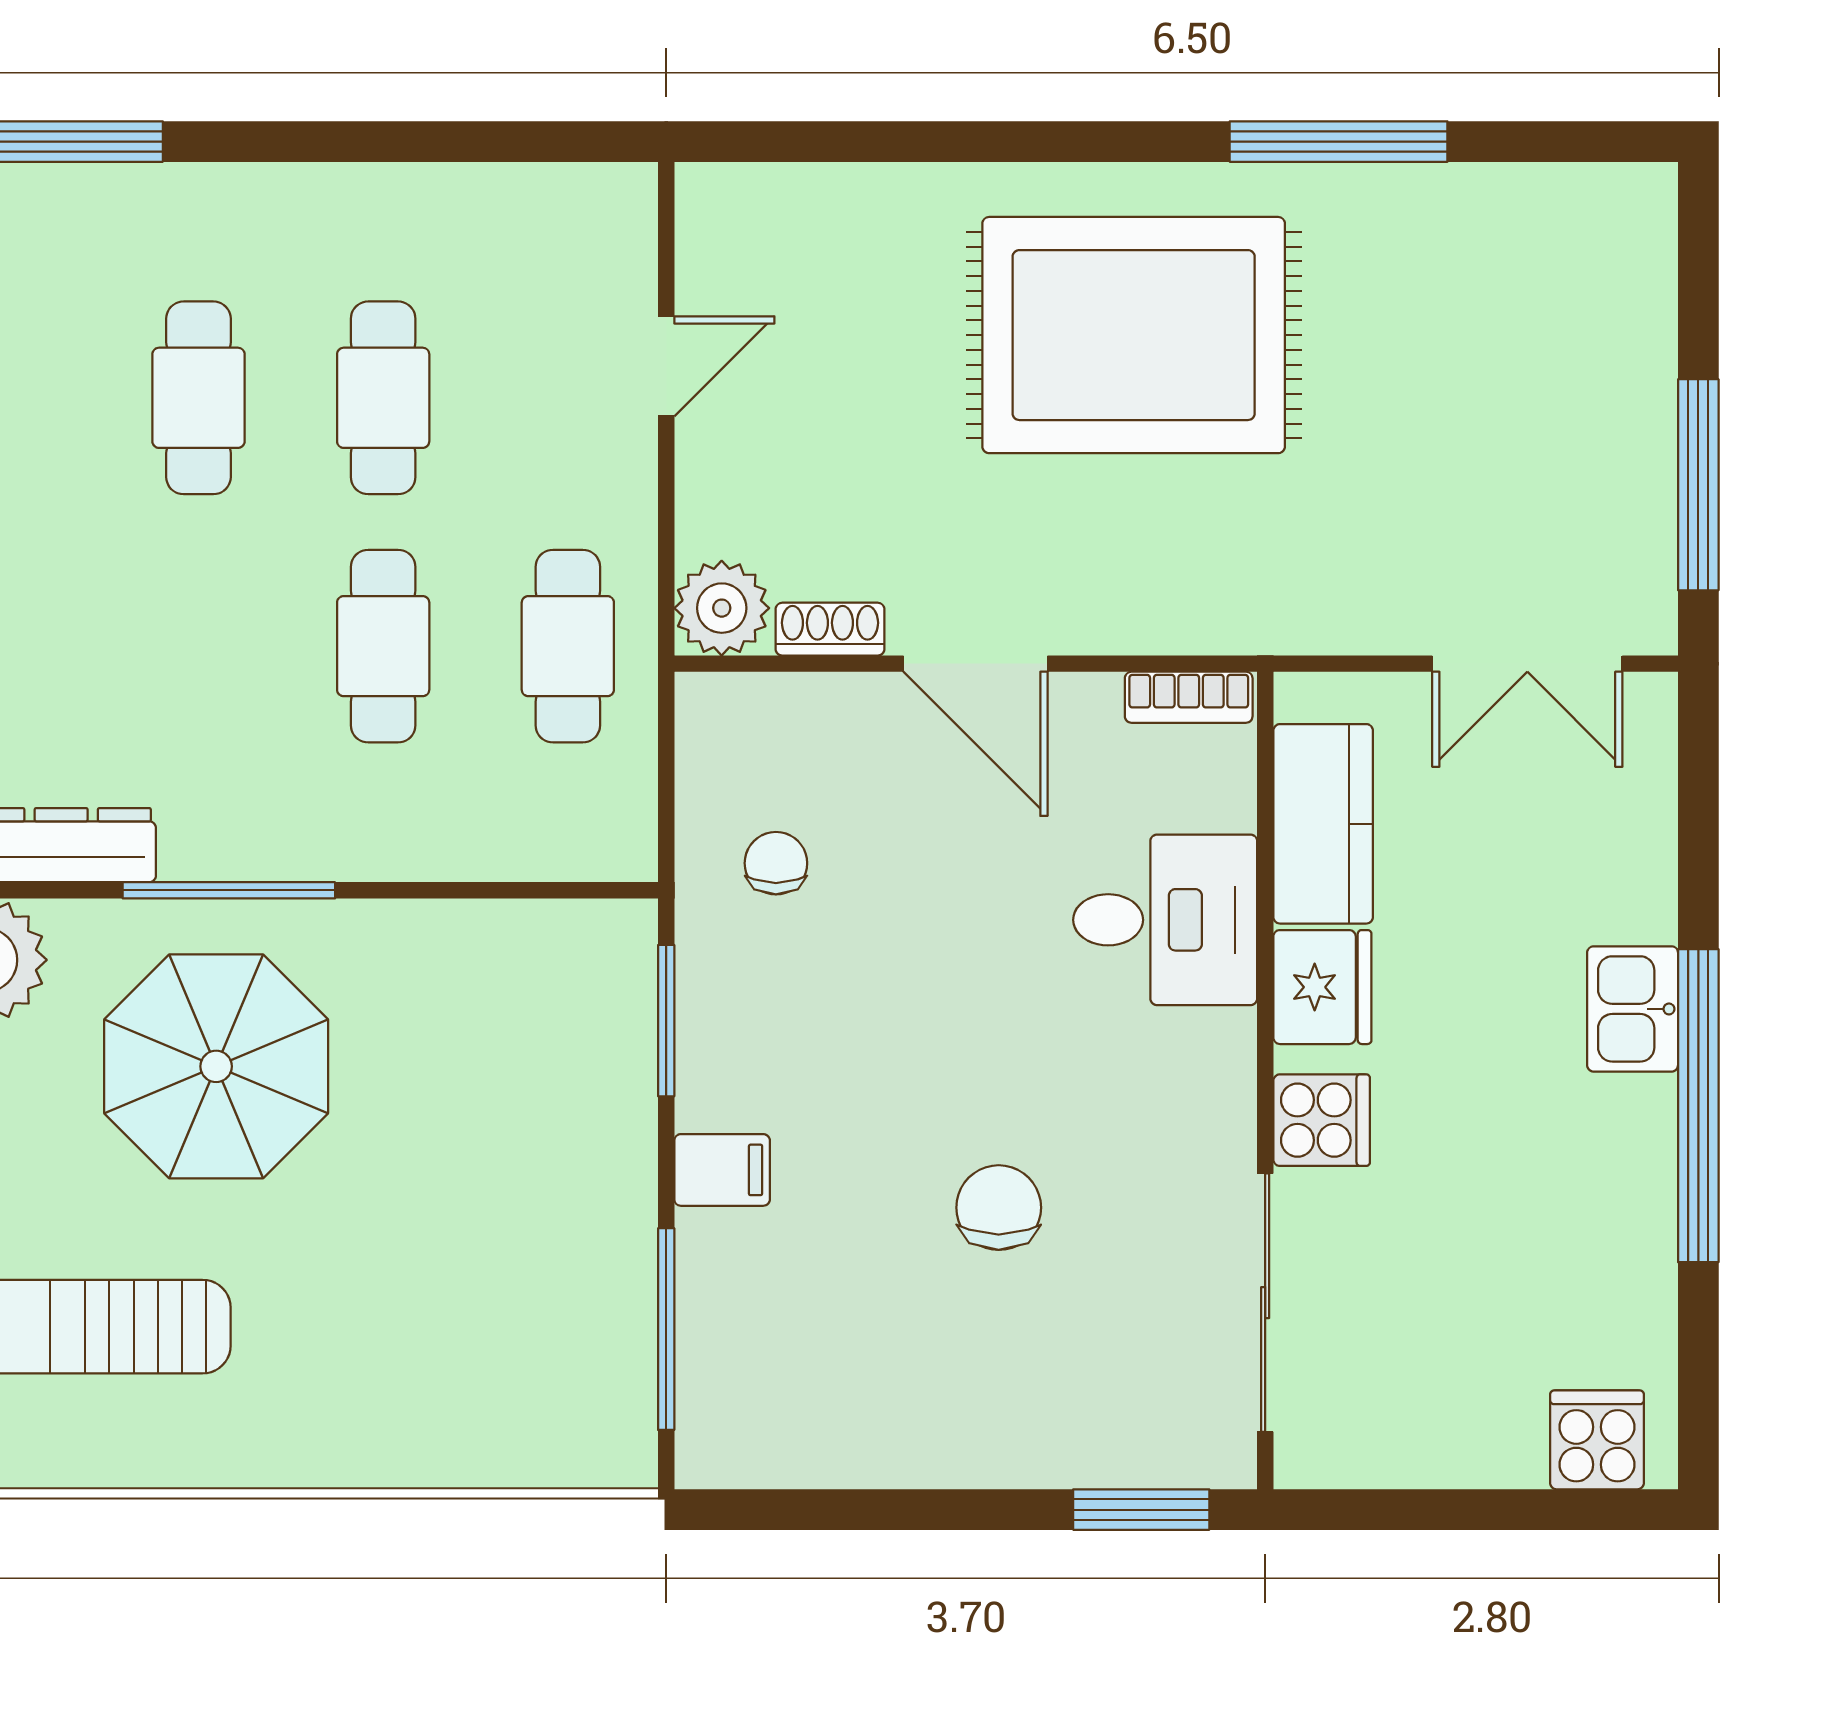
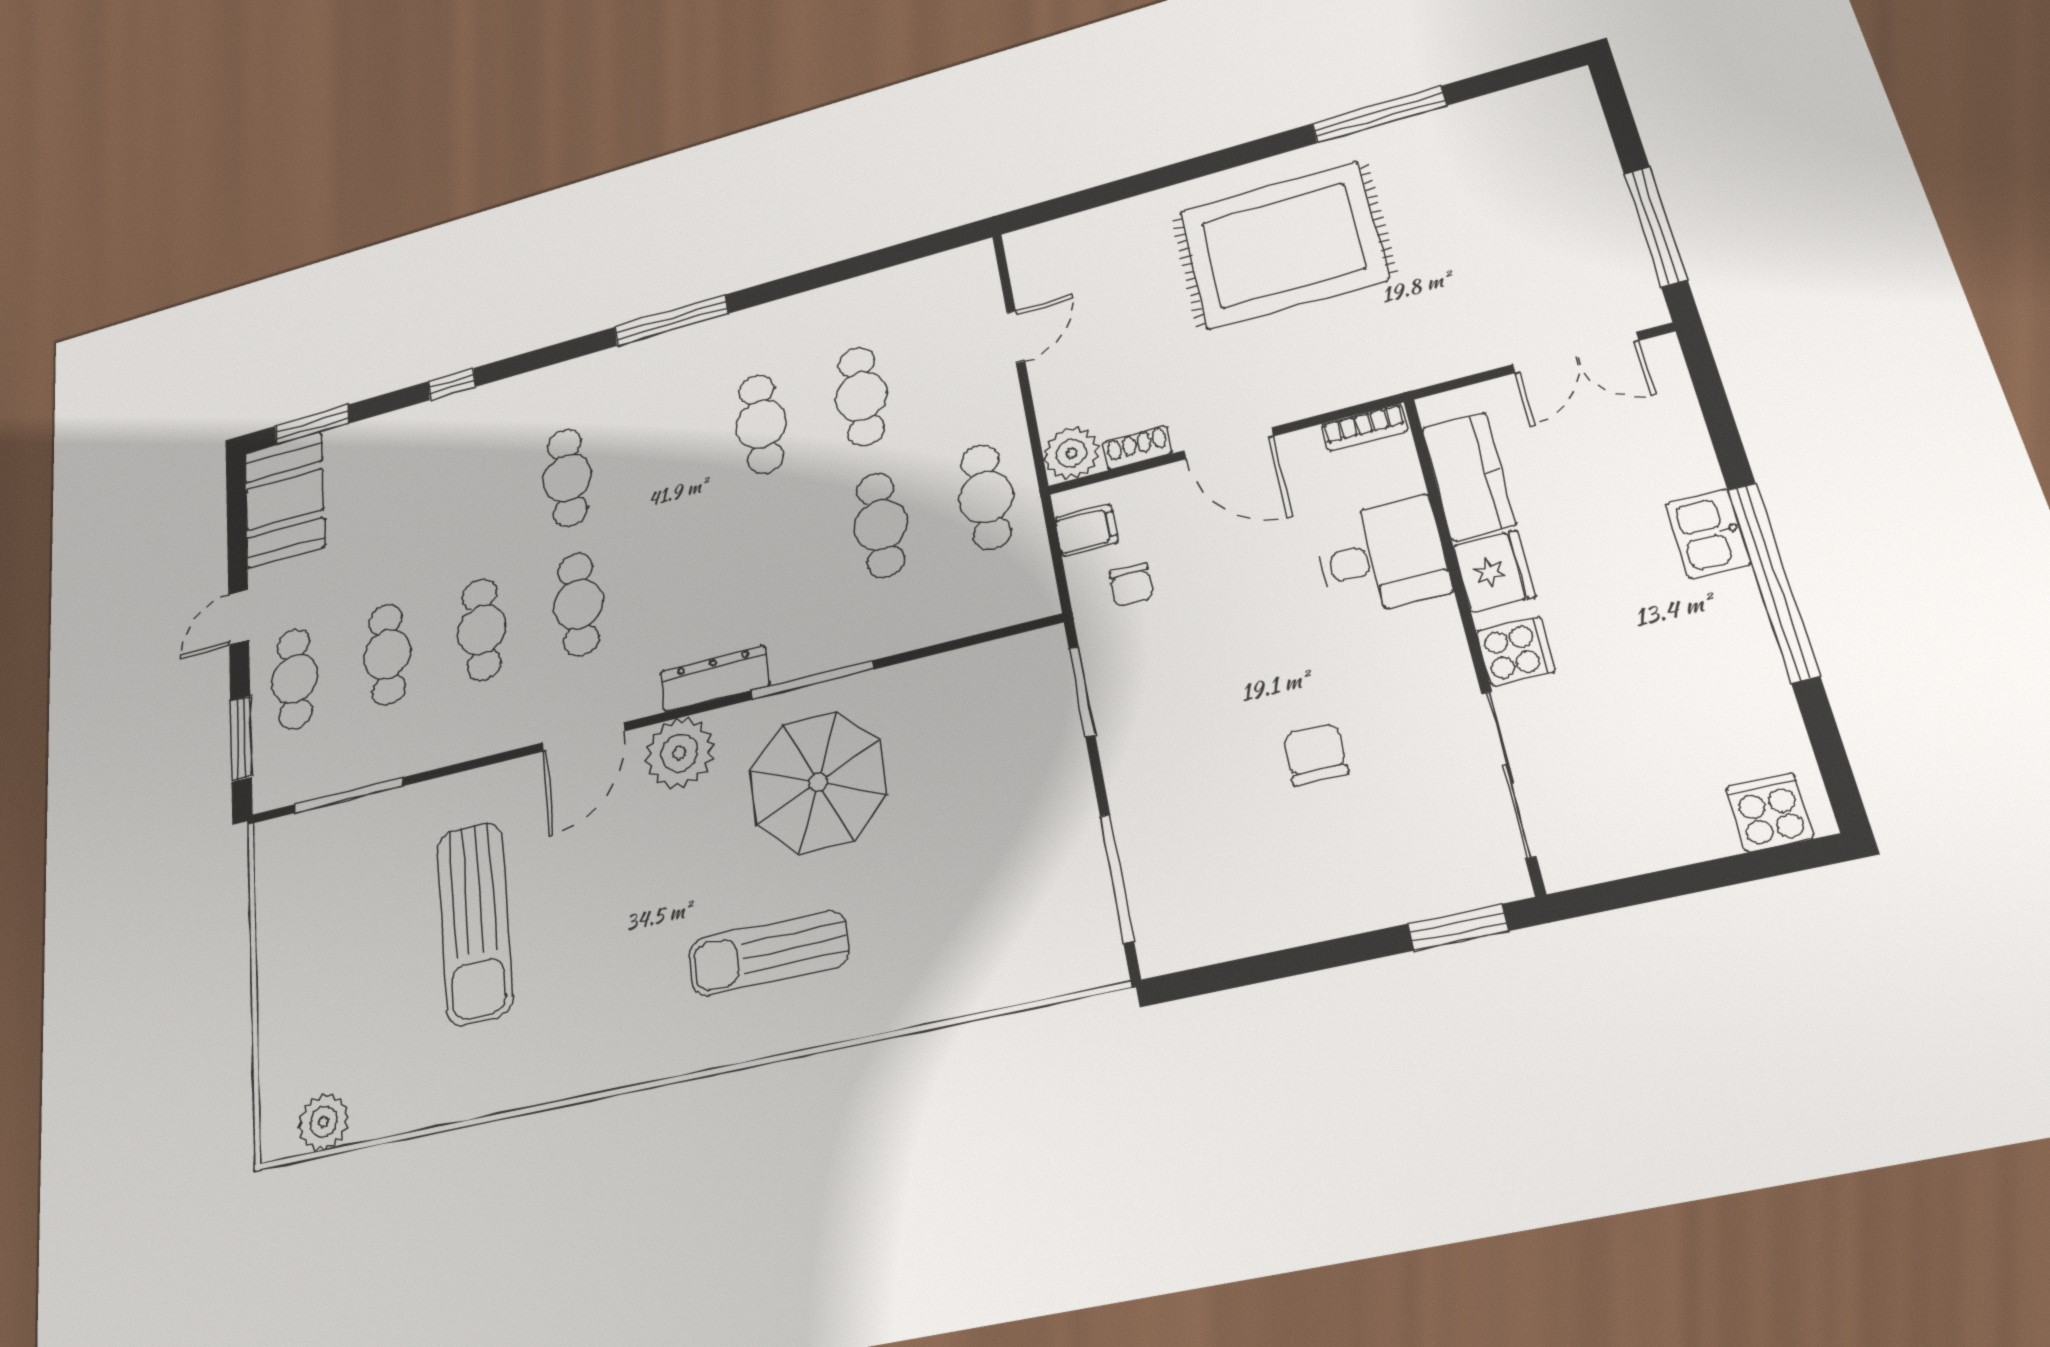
chair: (776, 863) -> (1131, 585), turned 180
filing cabinet: (722, 1170) -> (1087, 530), moved

